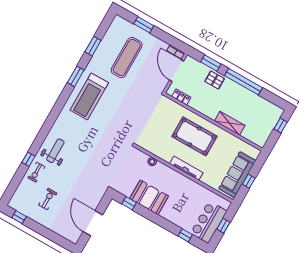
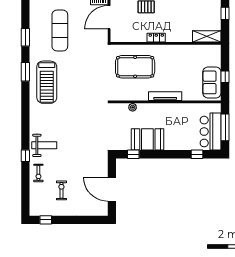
door: (177, 71) -> (109, 17), hinge flipped
locker: (181, 97) -> (156, 38), moved
shelving: (230, 123) -> (207, 36), moved
pool table: (194, 136) -> (135, 67), moved
weight bench: (55, 151) -> (44, 145), turned 90
window: (28, 159) -> (25, 156), moved
sofa: (237, 175) -> (212, 82), width x0.73
window: (223, 226) -> (225, 127), width x2.17

